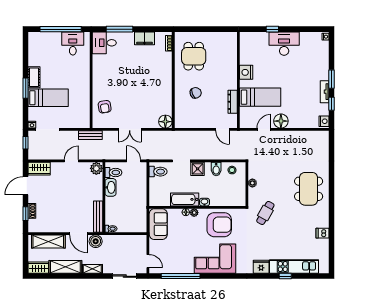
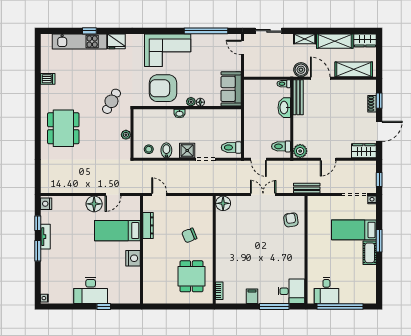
filing cabinet: (144, 38) -> (252, 296), width x0.50
washbasin: (111, 187) -> (284, 108), moved
bathtub: (185, 199) -> (202, 116), removed

